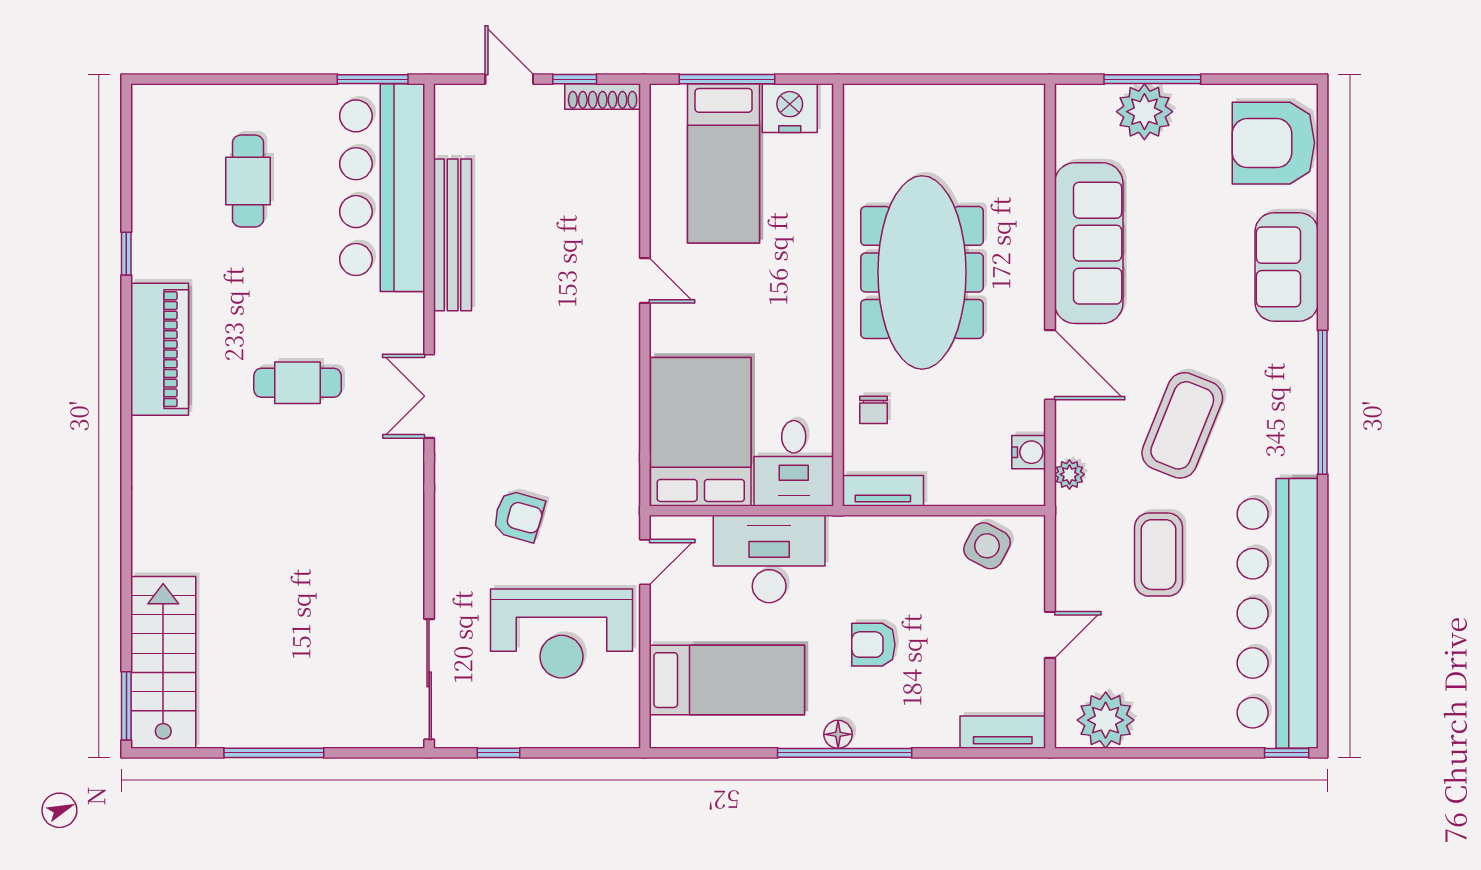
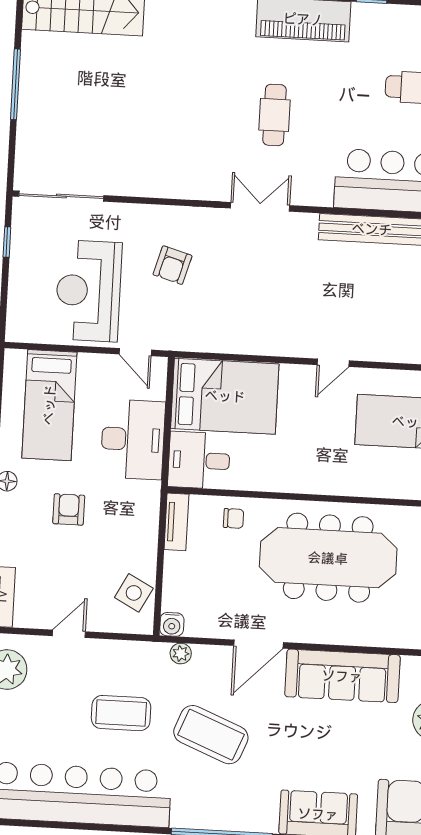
chair: (873, 410) -> (234, 518), turned 180
water cooler: (1029, 452) -> (172, 624), moved
door: (1050, 635) -> (69, 634), swing flipped

